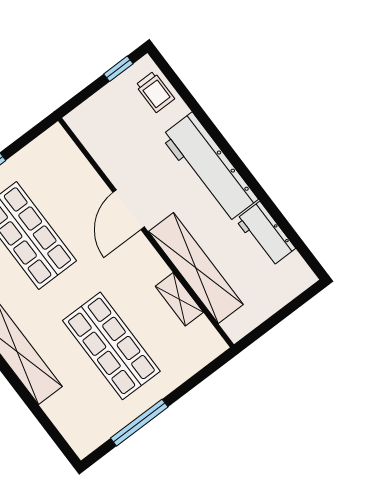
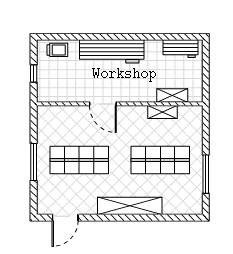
window: (118, 69) -> (34, 74), moved
workbench: (266, 234) -> (180, 49), moved
shelving: (196, 268) -> (172, 96), width x0.45, depth x0.75

